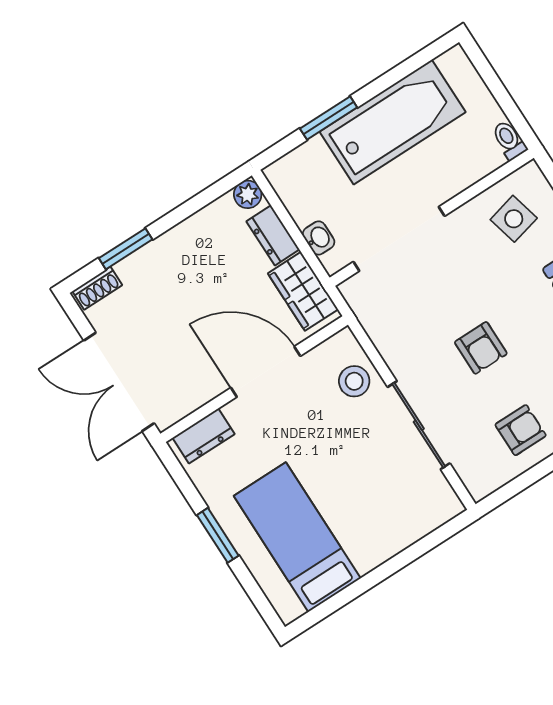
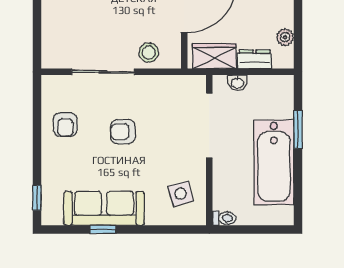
plant: (248, 194) -> (285, 37), moved

